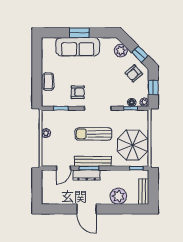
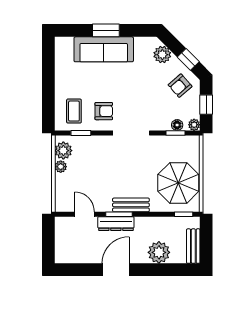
coffee table: (48, 82) -> (74, 111), moved
plant: (48, 121) -> (63, 151), added
sun lounger: (93, 134) -> (125, 168), removed
bench: (93, 161) -> (131, 205), width x0.73
door: (64, 168) -> (85, 214), swing flipped
door: (86, 209) -> (116, 270), swing flipped

